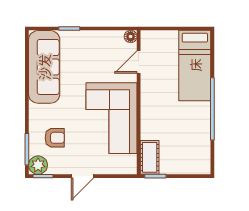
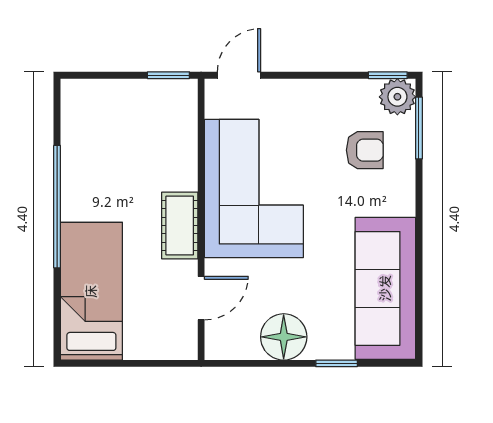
floor lamp: (131, 36) -> (284, 337), moved, width x1.89, depth x1.89
armchair: (55, 138) -> (365, 150), turned 180
cot: (150, 157) -> (180, 226), moved
door: (82, 176) -> (239, 75), moved

